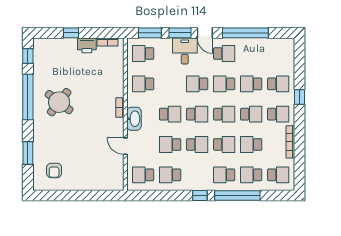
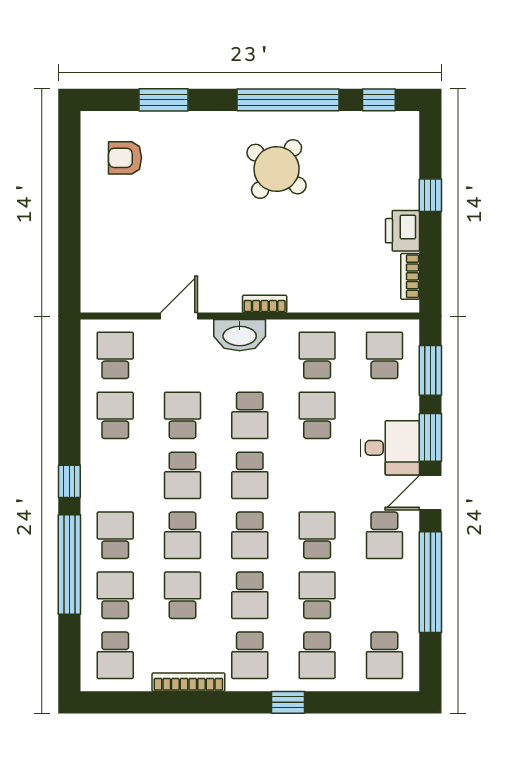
school desk: (278, 54) -> (384, 655), added
school desk: (197, 84) -> (317, 415), moved

